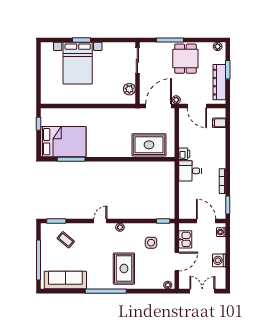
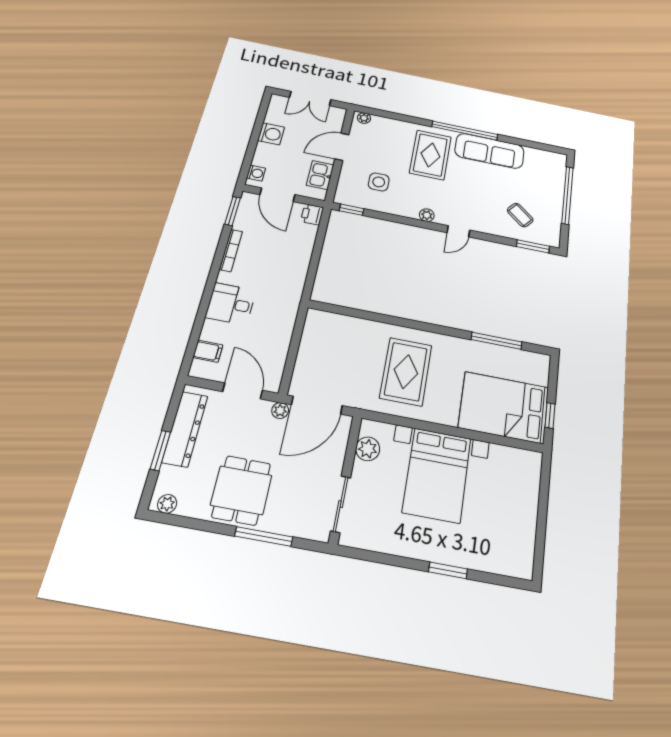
bed with nightstands: (78, 63) -> (437, 475), moved, turned 180
bed: (63, 142) -> (504, 407), moved
rug: (149, 145) -> (406, 372), moved, turned 90
printer: (184, 154) -> (312, 214), moved
desk: (190, 171) -> (231, 304), moved, turned 180
sofa: (65, 280) -> (490, 151), moved

